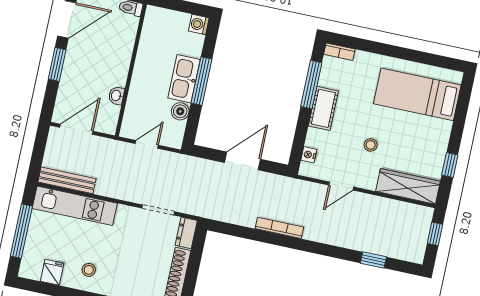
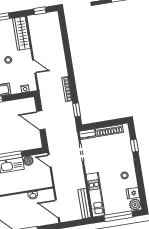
door: (147, 144) -> (50, 161), moved
window: (373, 260) -> (77, 110), moved
plant: (31, 268) -> (135, 205), added

